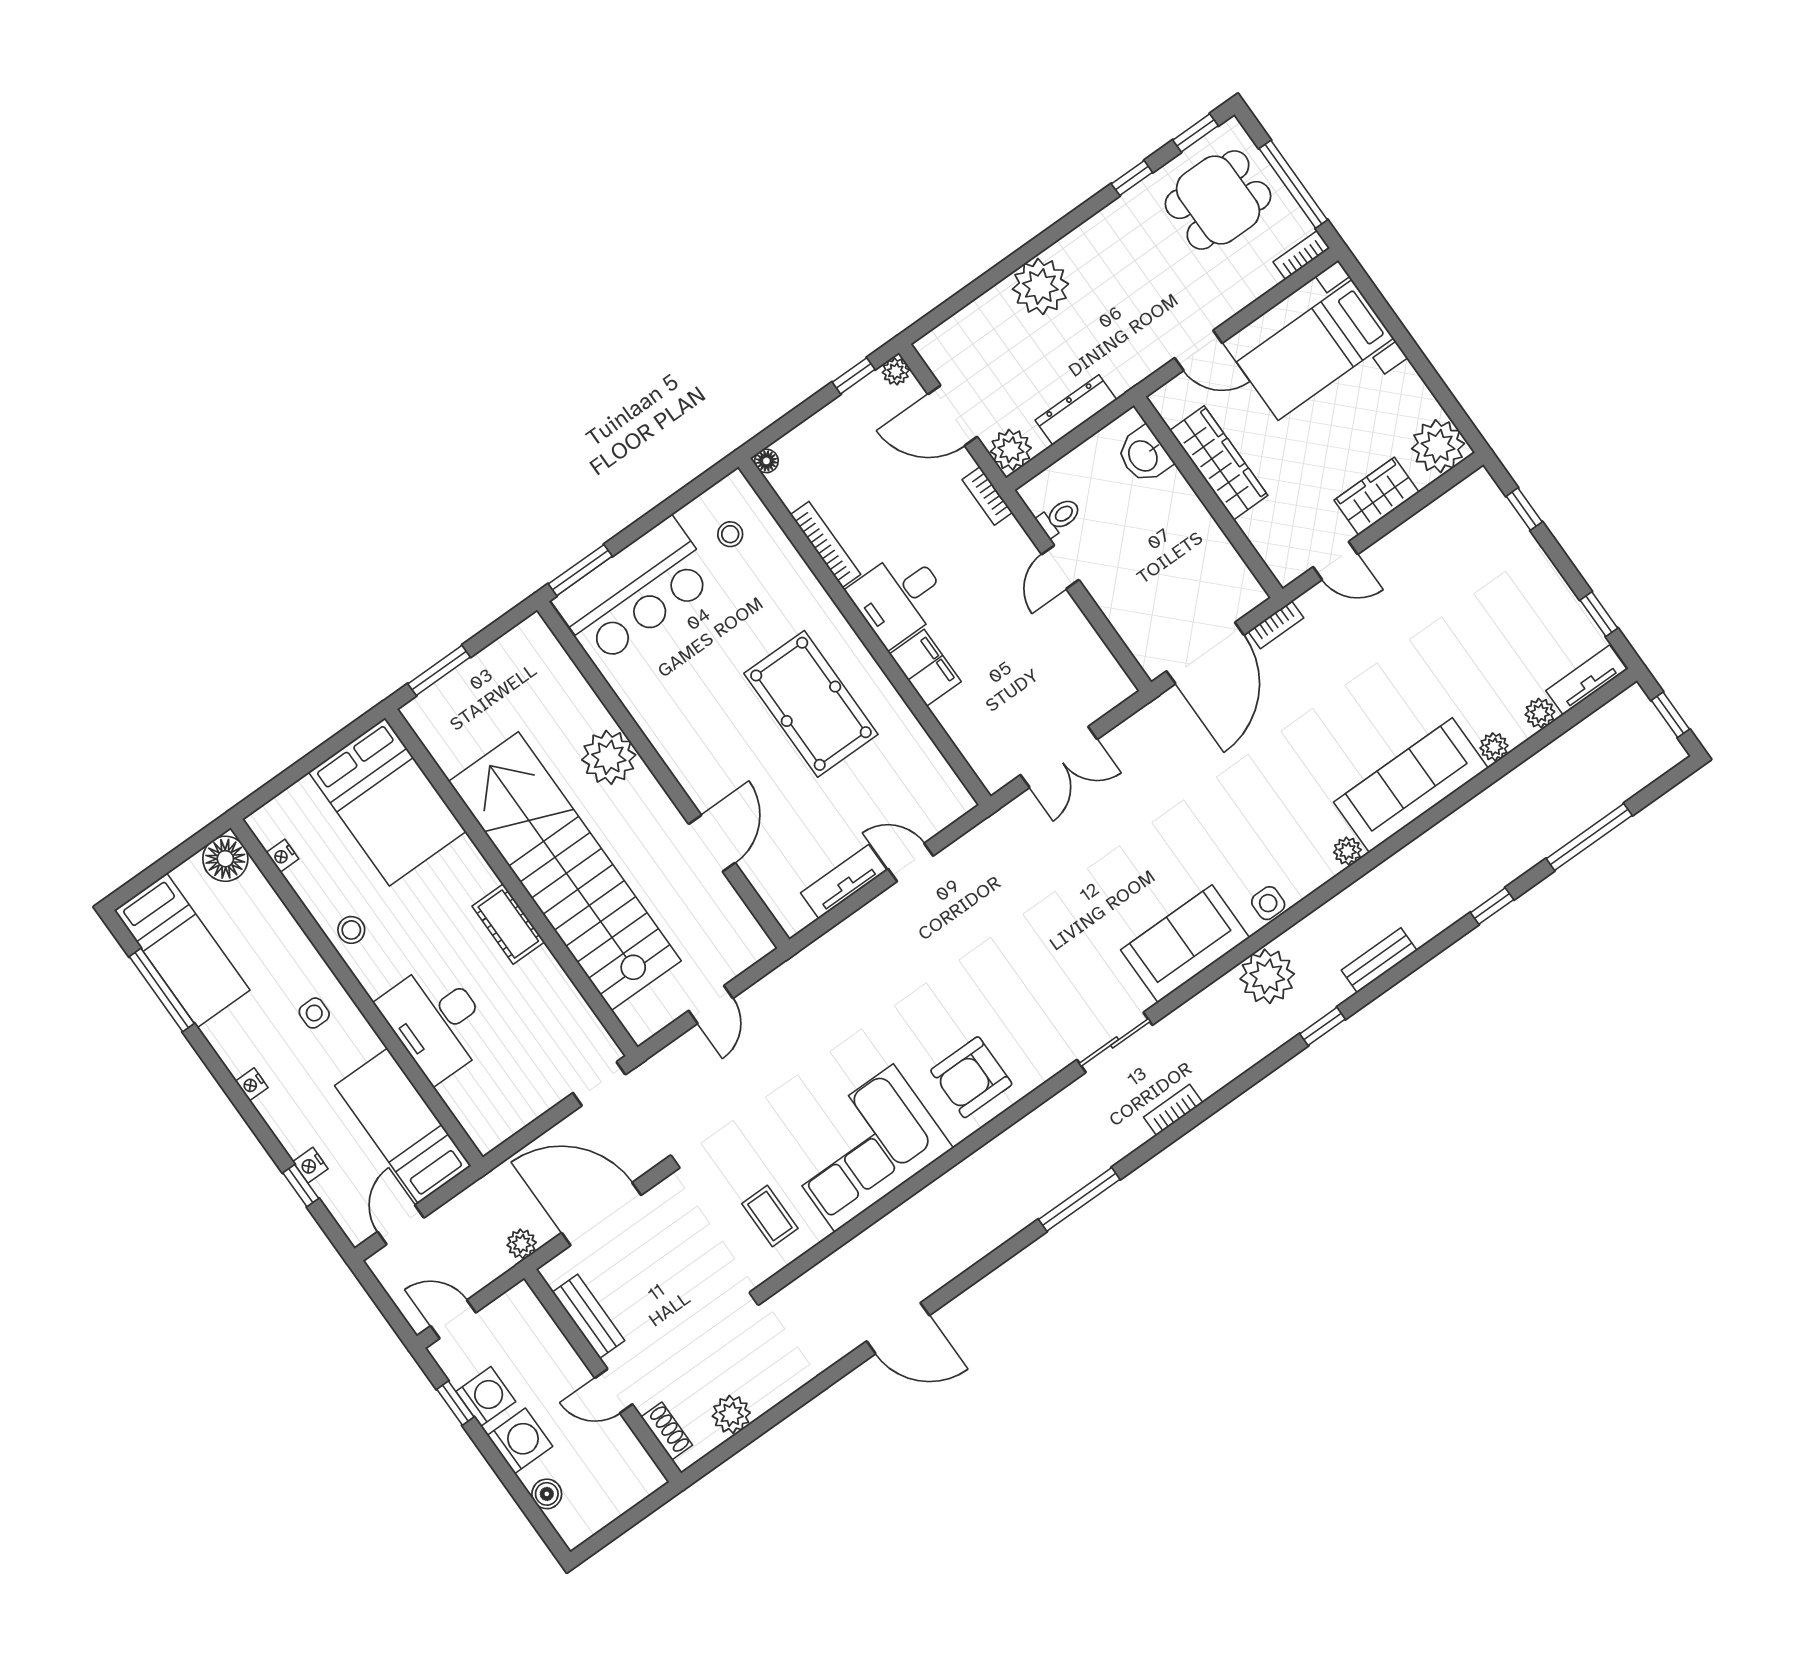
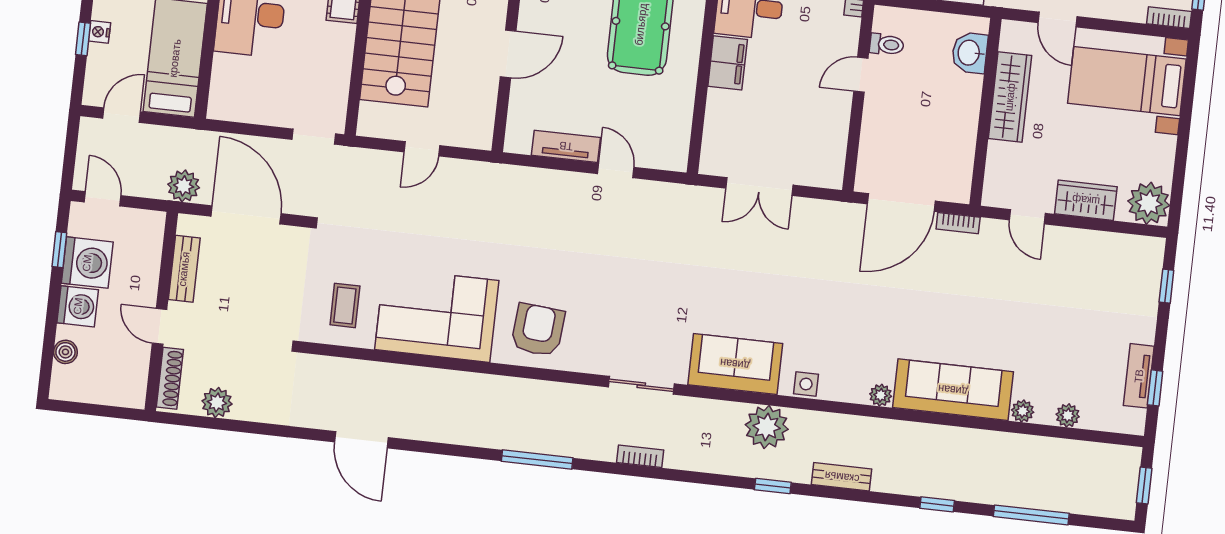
tv unit: (1586, 680) -> (1139, 376), moved, turned -90
armchair: (971, 1077) -> (538, 330), turned 95
plant: (522, 1244) -> (184, 186), width x1.38, depth x1.38
washing machine: (486, 1396) -> (87, 263), width x1.37, depth x1.37
shoe rack: (667, 1431) -> (170, 378), width x1.43

